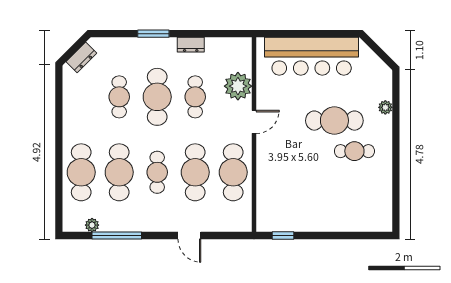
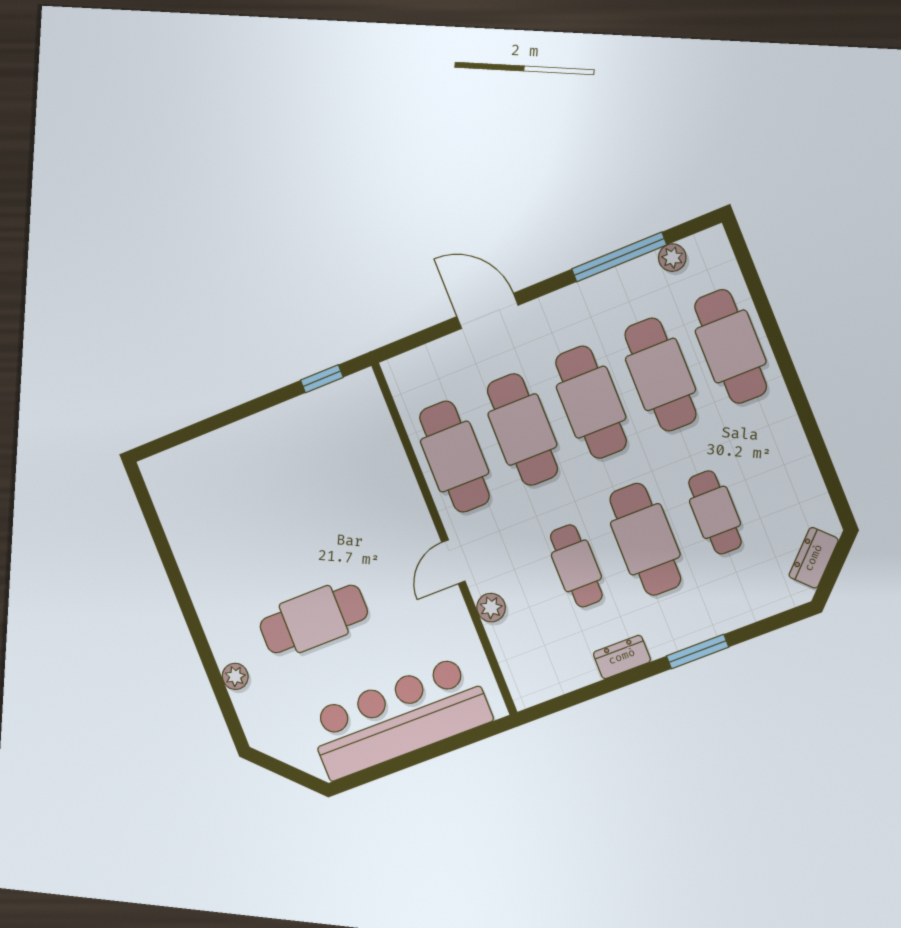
plant: (238, 86) -> (491, 608), width x0.53, depth x0.53
cafe table: (354, 151) -> (258, 579), removed
cafe table: (157, 172) -> (591, 402), width x1.37, depth x1.35
door: (189, 236) -> (487, 311), width x1.38

